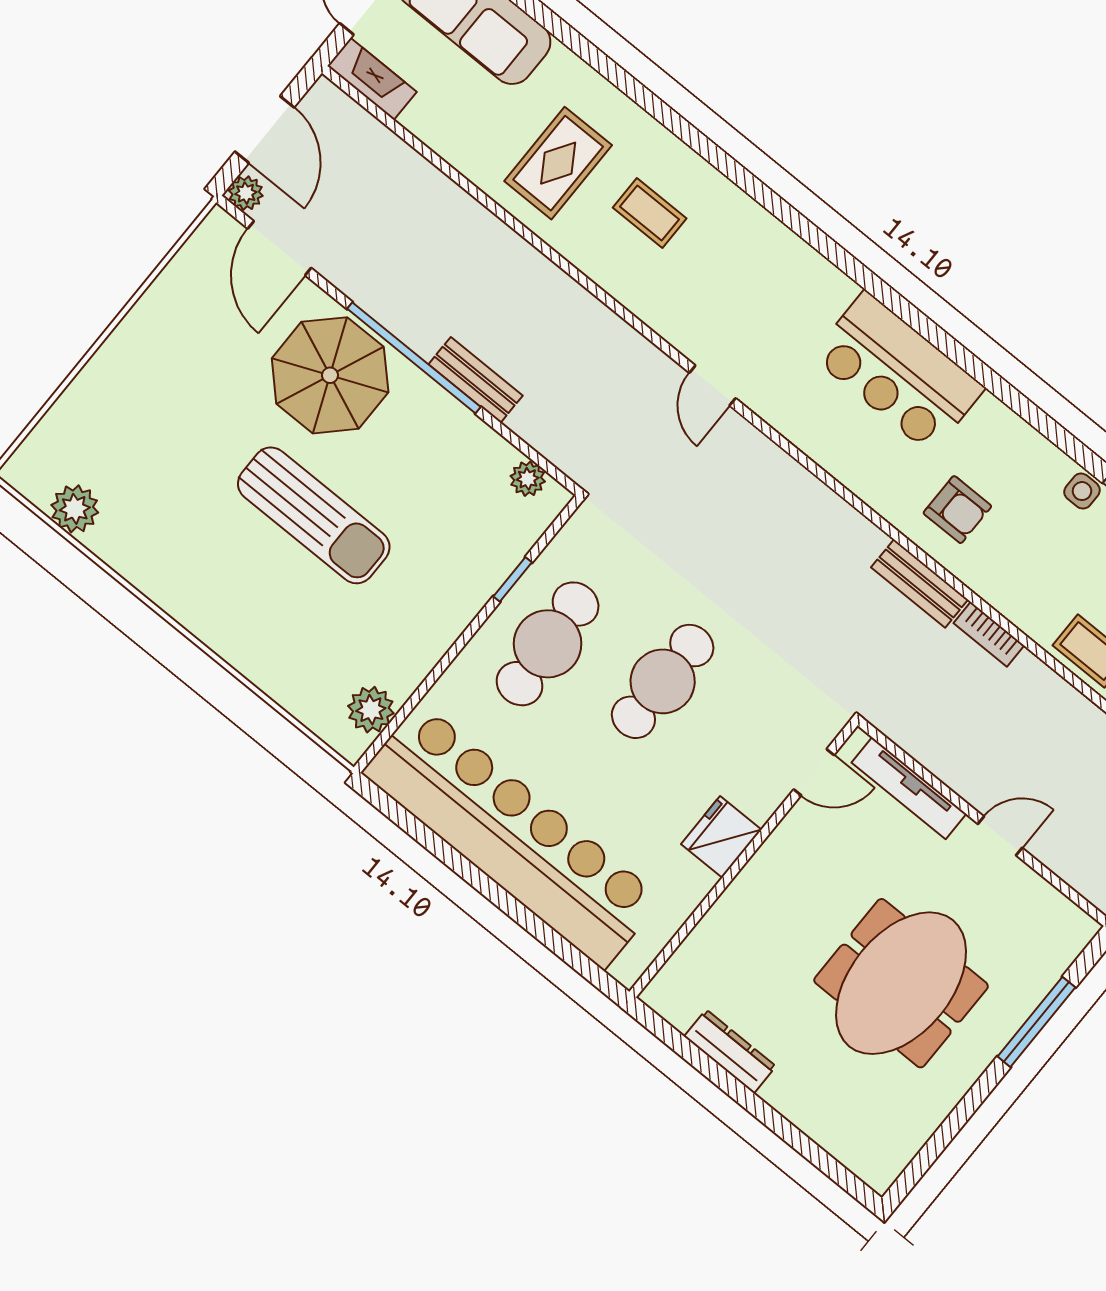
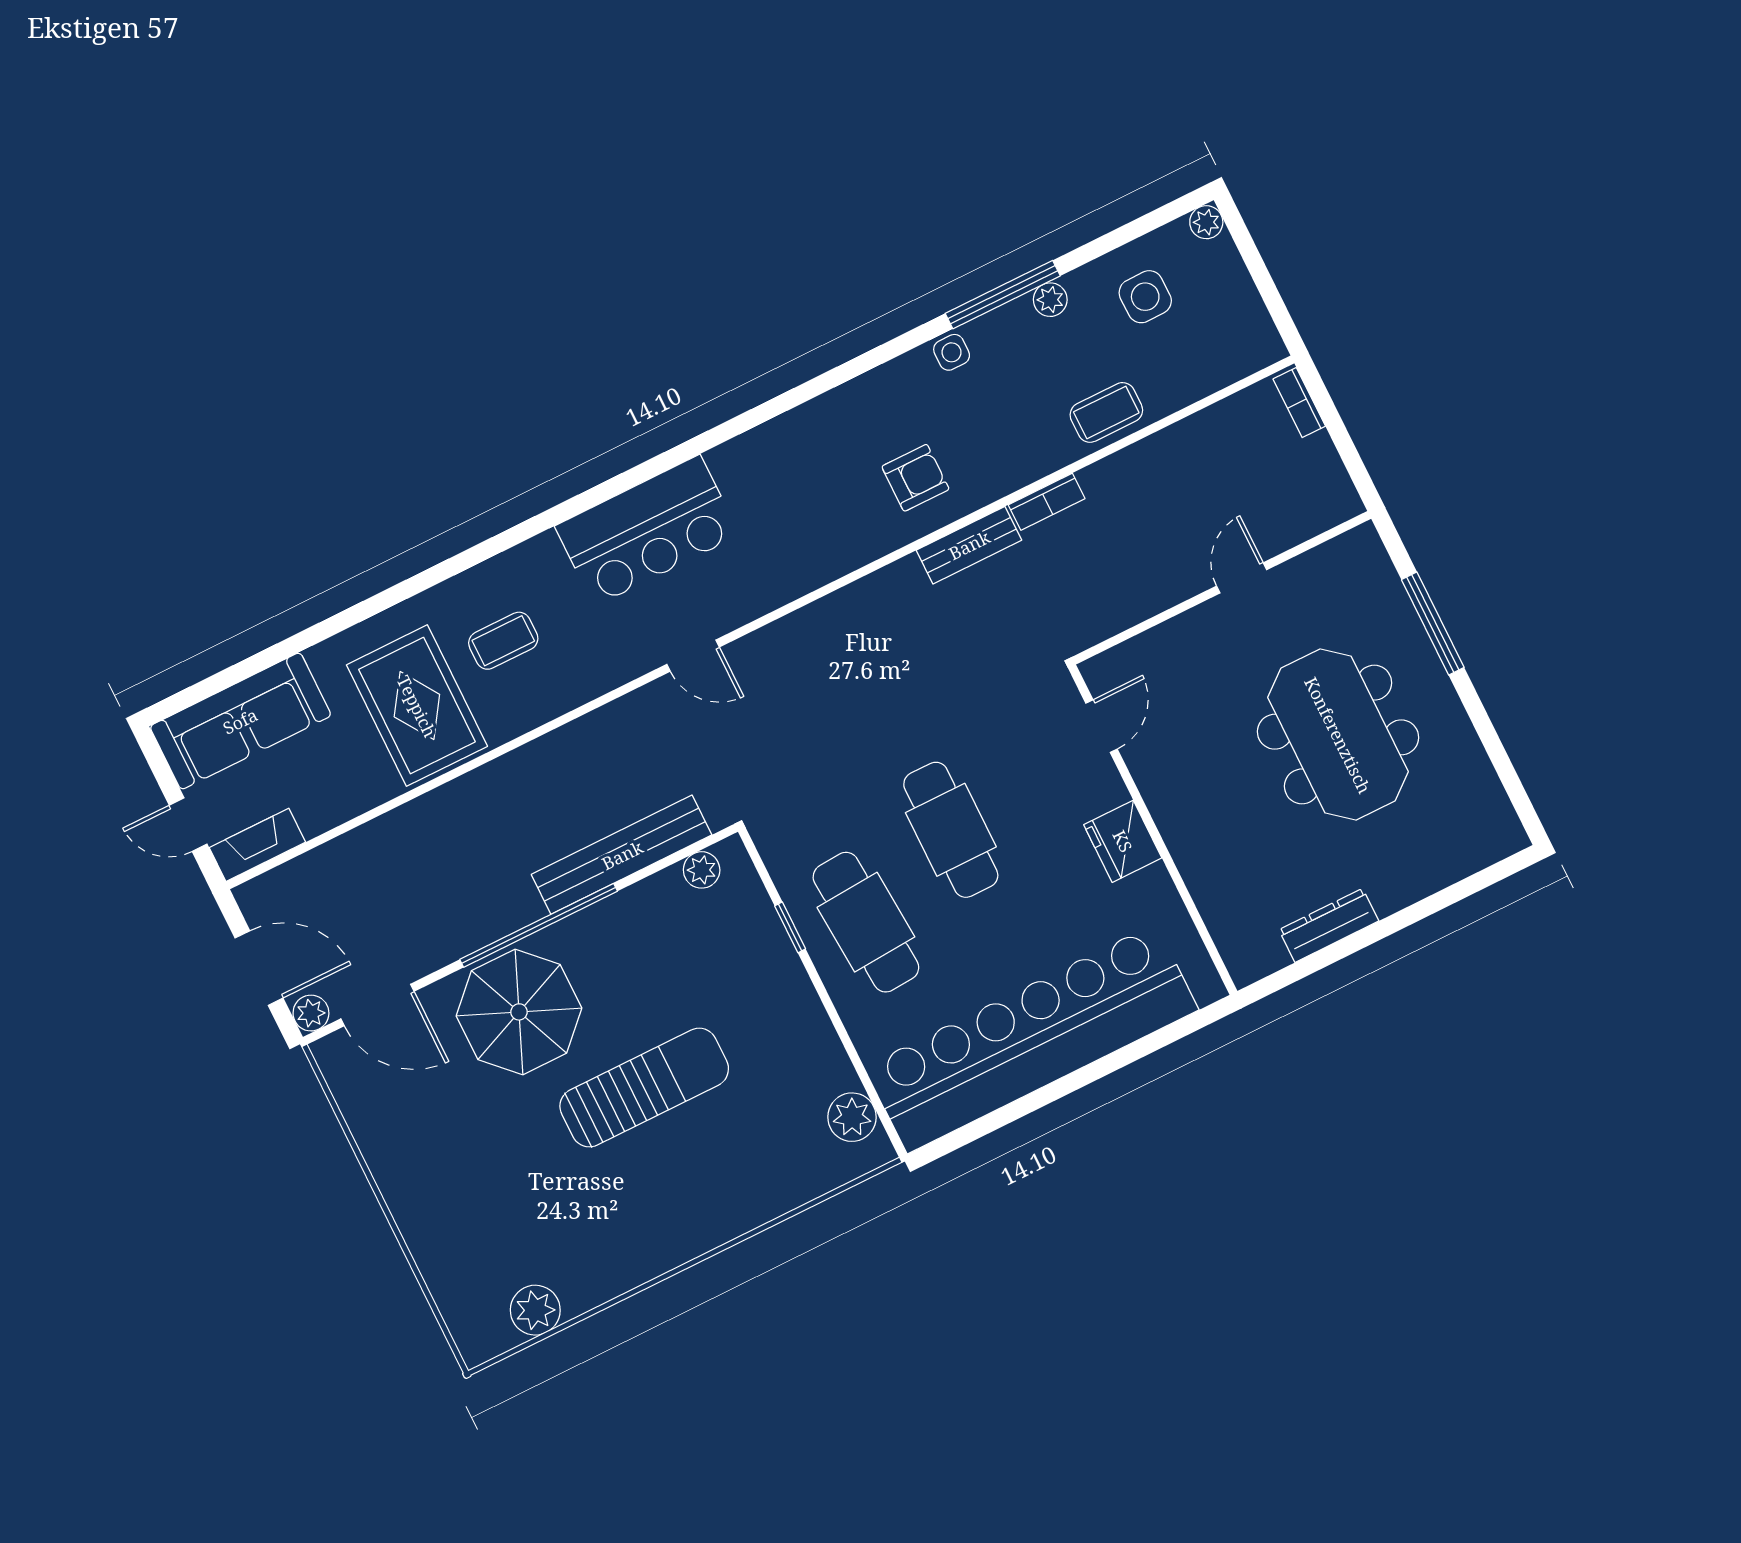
rug: (558, 163) -> (417, 706), width x1.36, depth x1.43
bar counter: (898, 372) -> (647, 531), moved
bench: (476, 380) -> (622, 855), width x1.86, depth x1.21
tv unit: (909, 788) -> (1157, 643), removed

